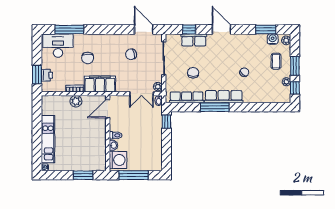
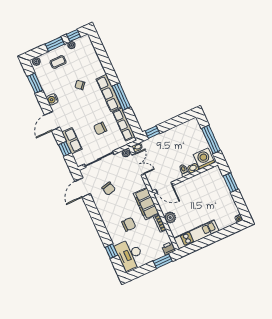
window: (69, 29) -> (111, 251), width x0.46
water cooler: (273, 39) -> (52, 99), moved
printer: (47, 75) -> (169, 248), moved
kitchen unit: (48, 139) -> (196, 234), moved

